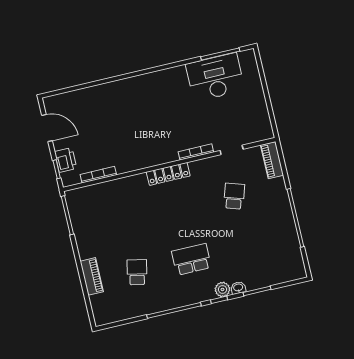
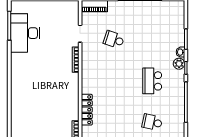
locker: (168, 174) -> (87, 110), moved

